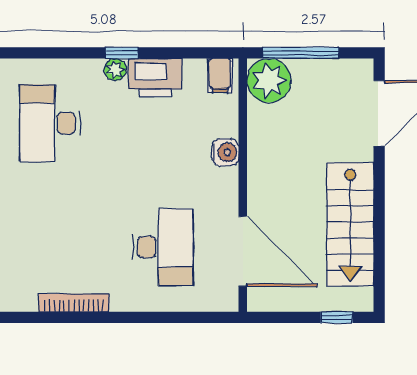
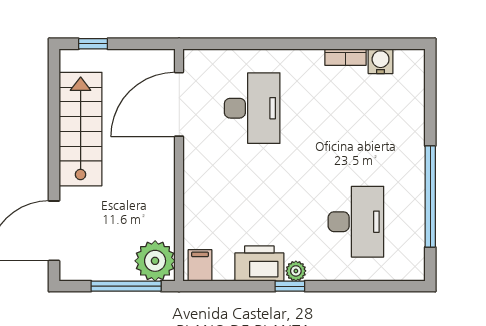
water cooler: (225, 152) -> (381, 61), moved, turned 90
desk: (163, 247) -> (252, 108), turned 180
door: (243, 251) -> (179, 104), hinge flipped
bookcase: (74, 303) -> (345, 57), width x0.64

